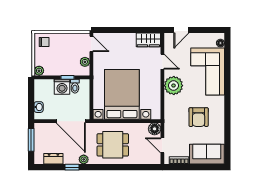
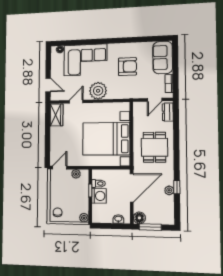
floor lamp: (155, 129) -> (139, 218), moved
dresser: (53, 159) -> (168, 112), moved
plant: (84, 159) -> (169, 190), moved

